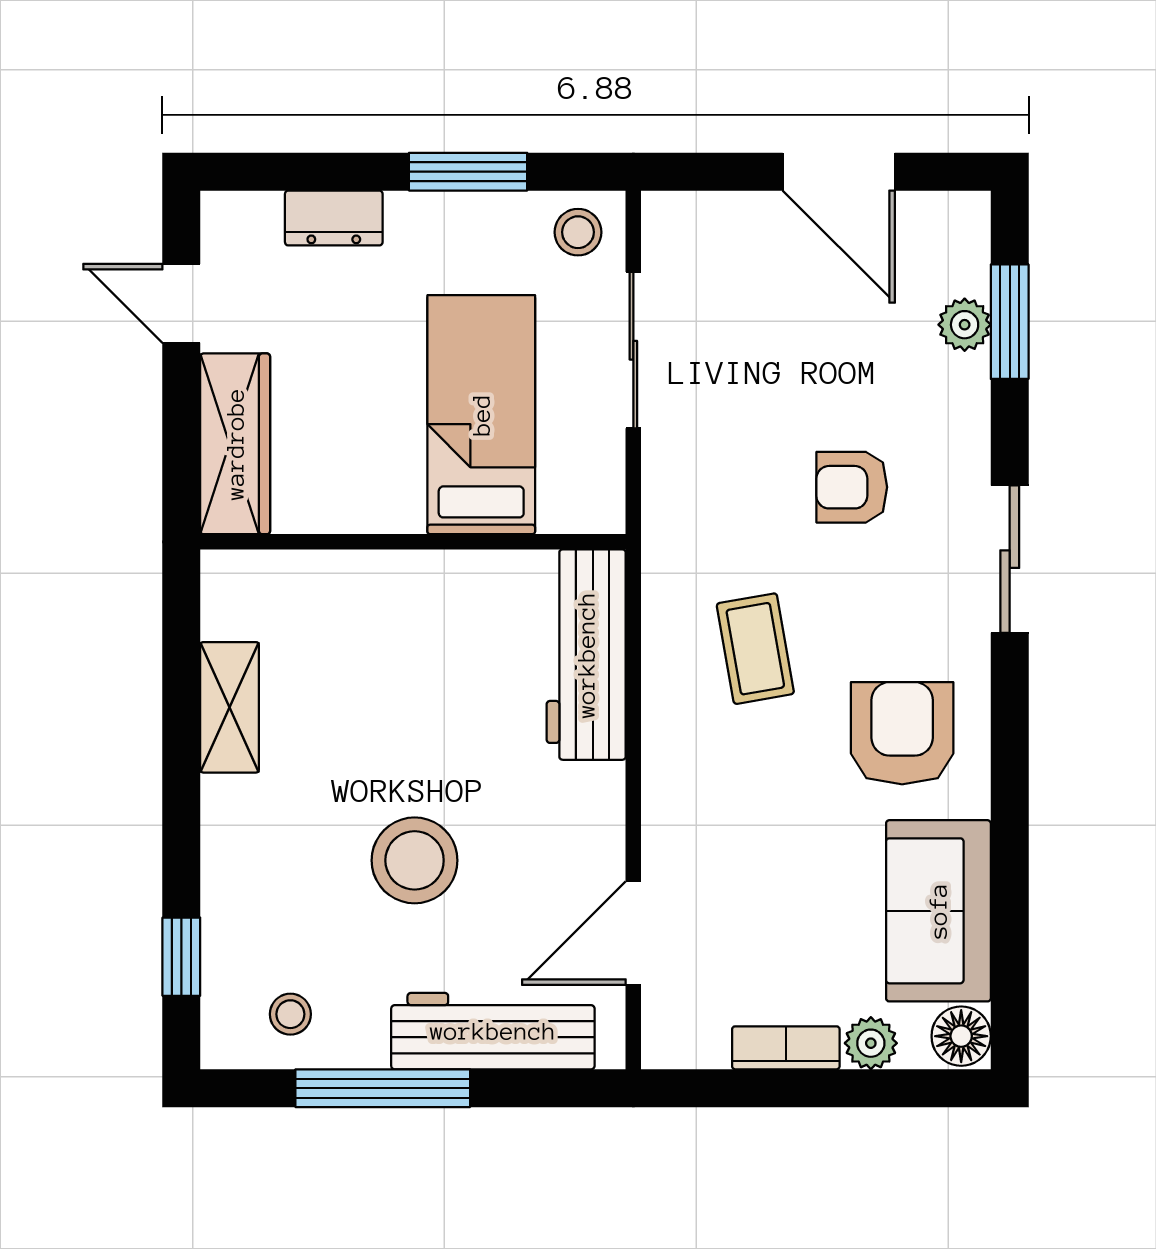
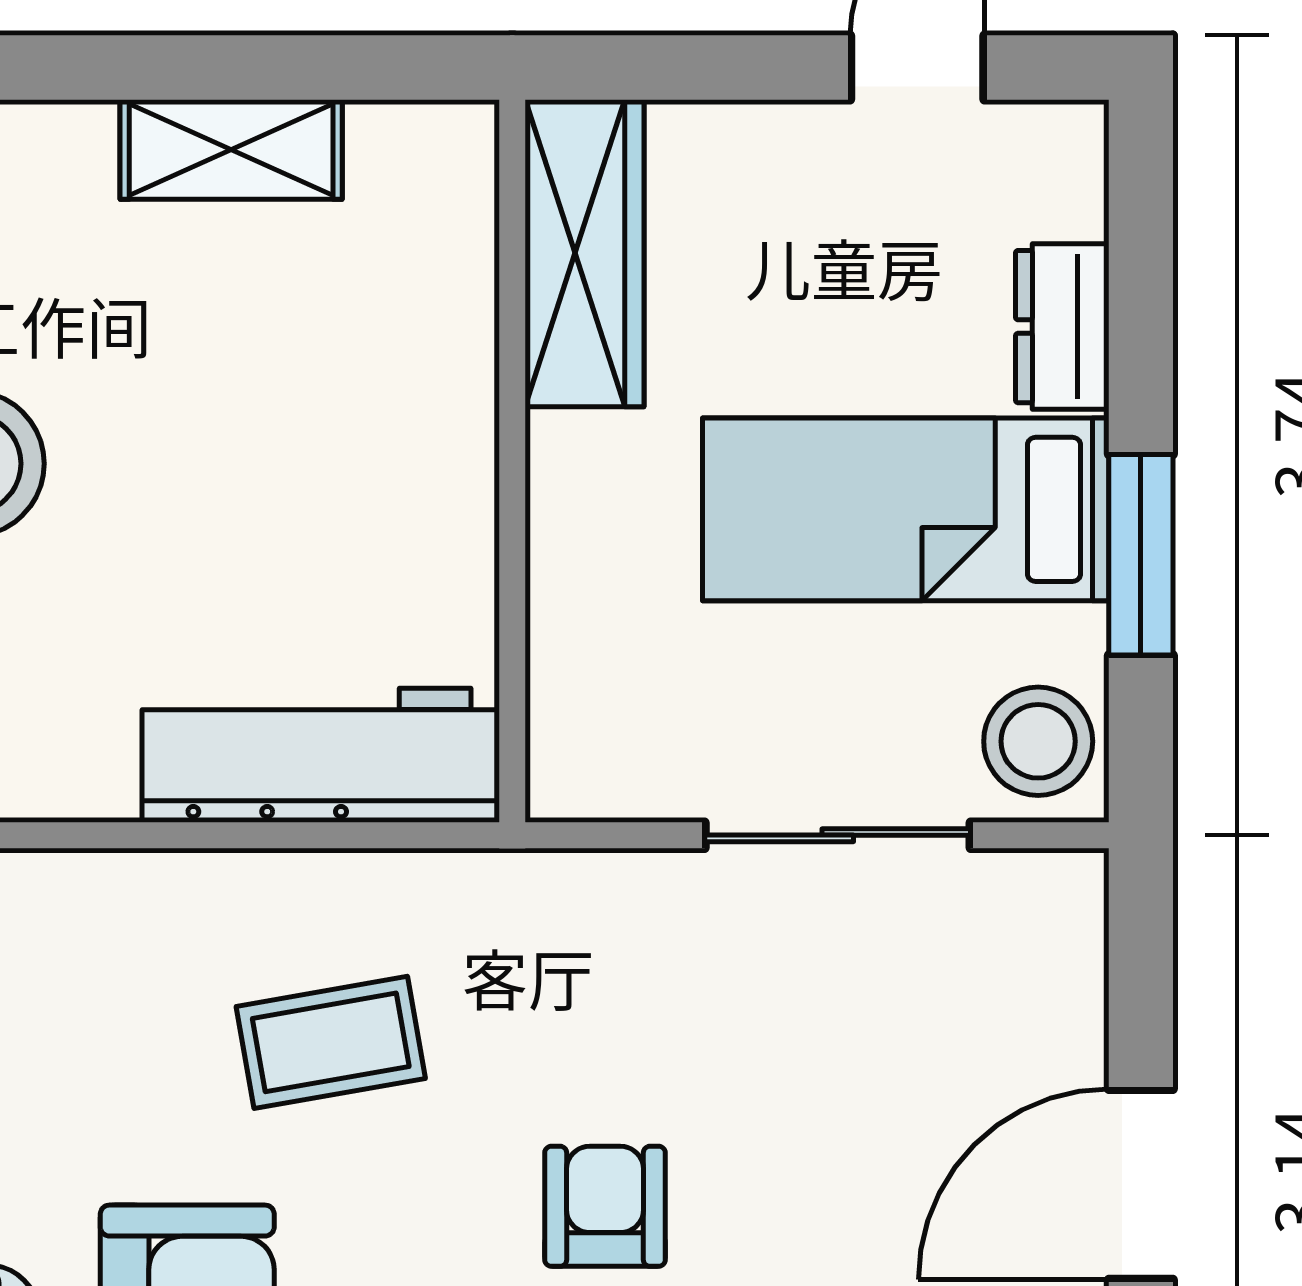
stool: (578, 232) -> (1038, 741), width x1.37, depth x1.37
bed: (481, 415) -> (906, 509), moved, turned 180
wardrobe: (235, 444) -> (584, 253), moved, turned -90

